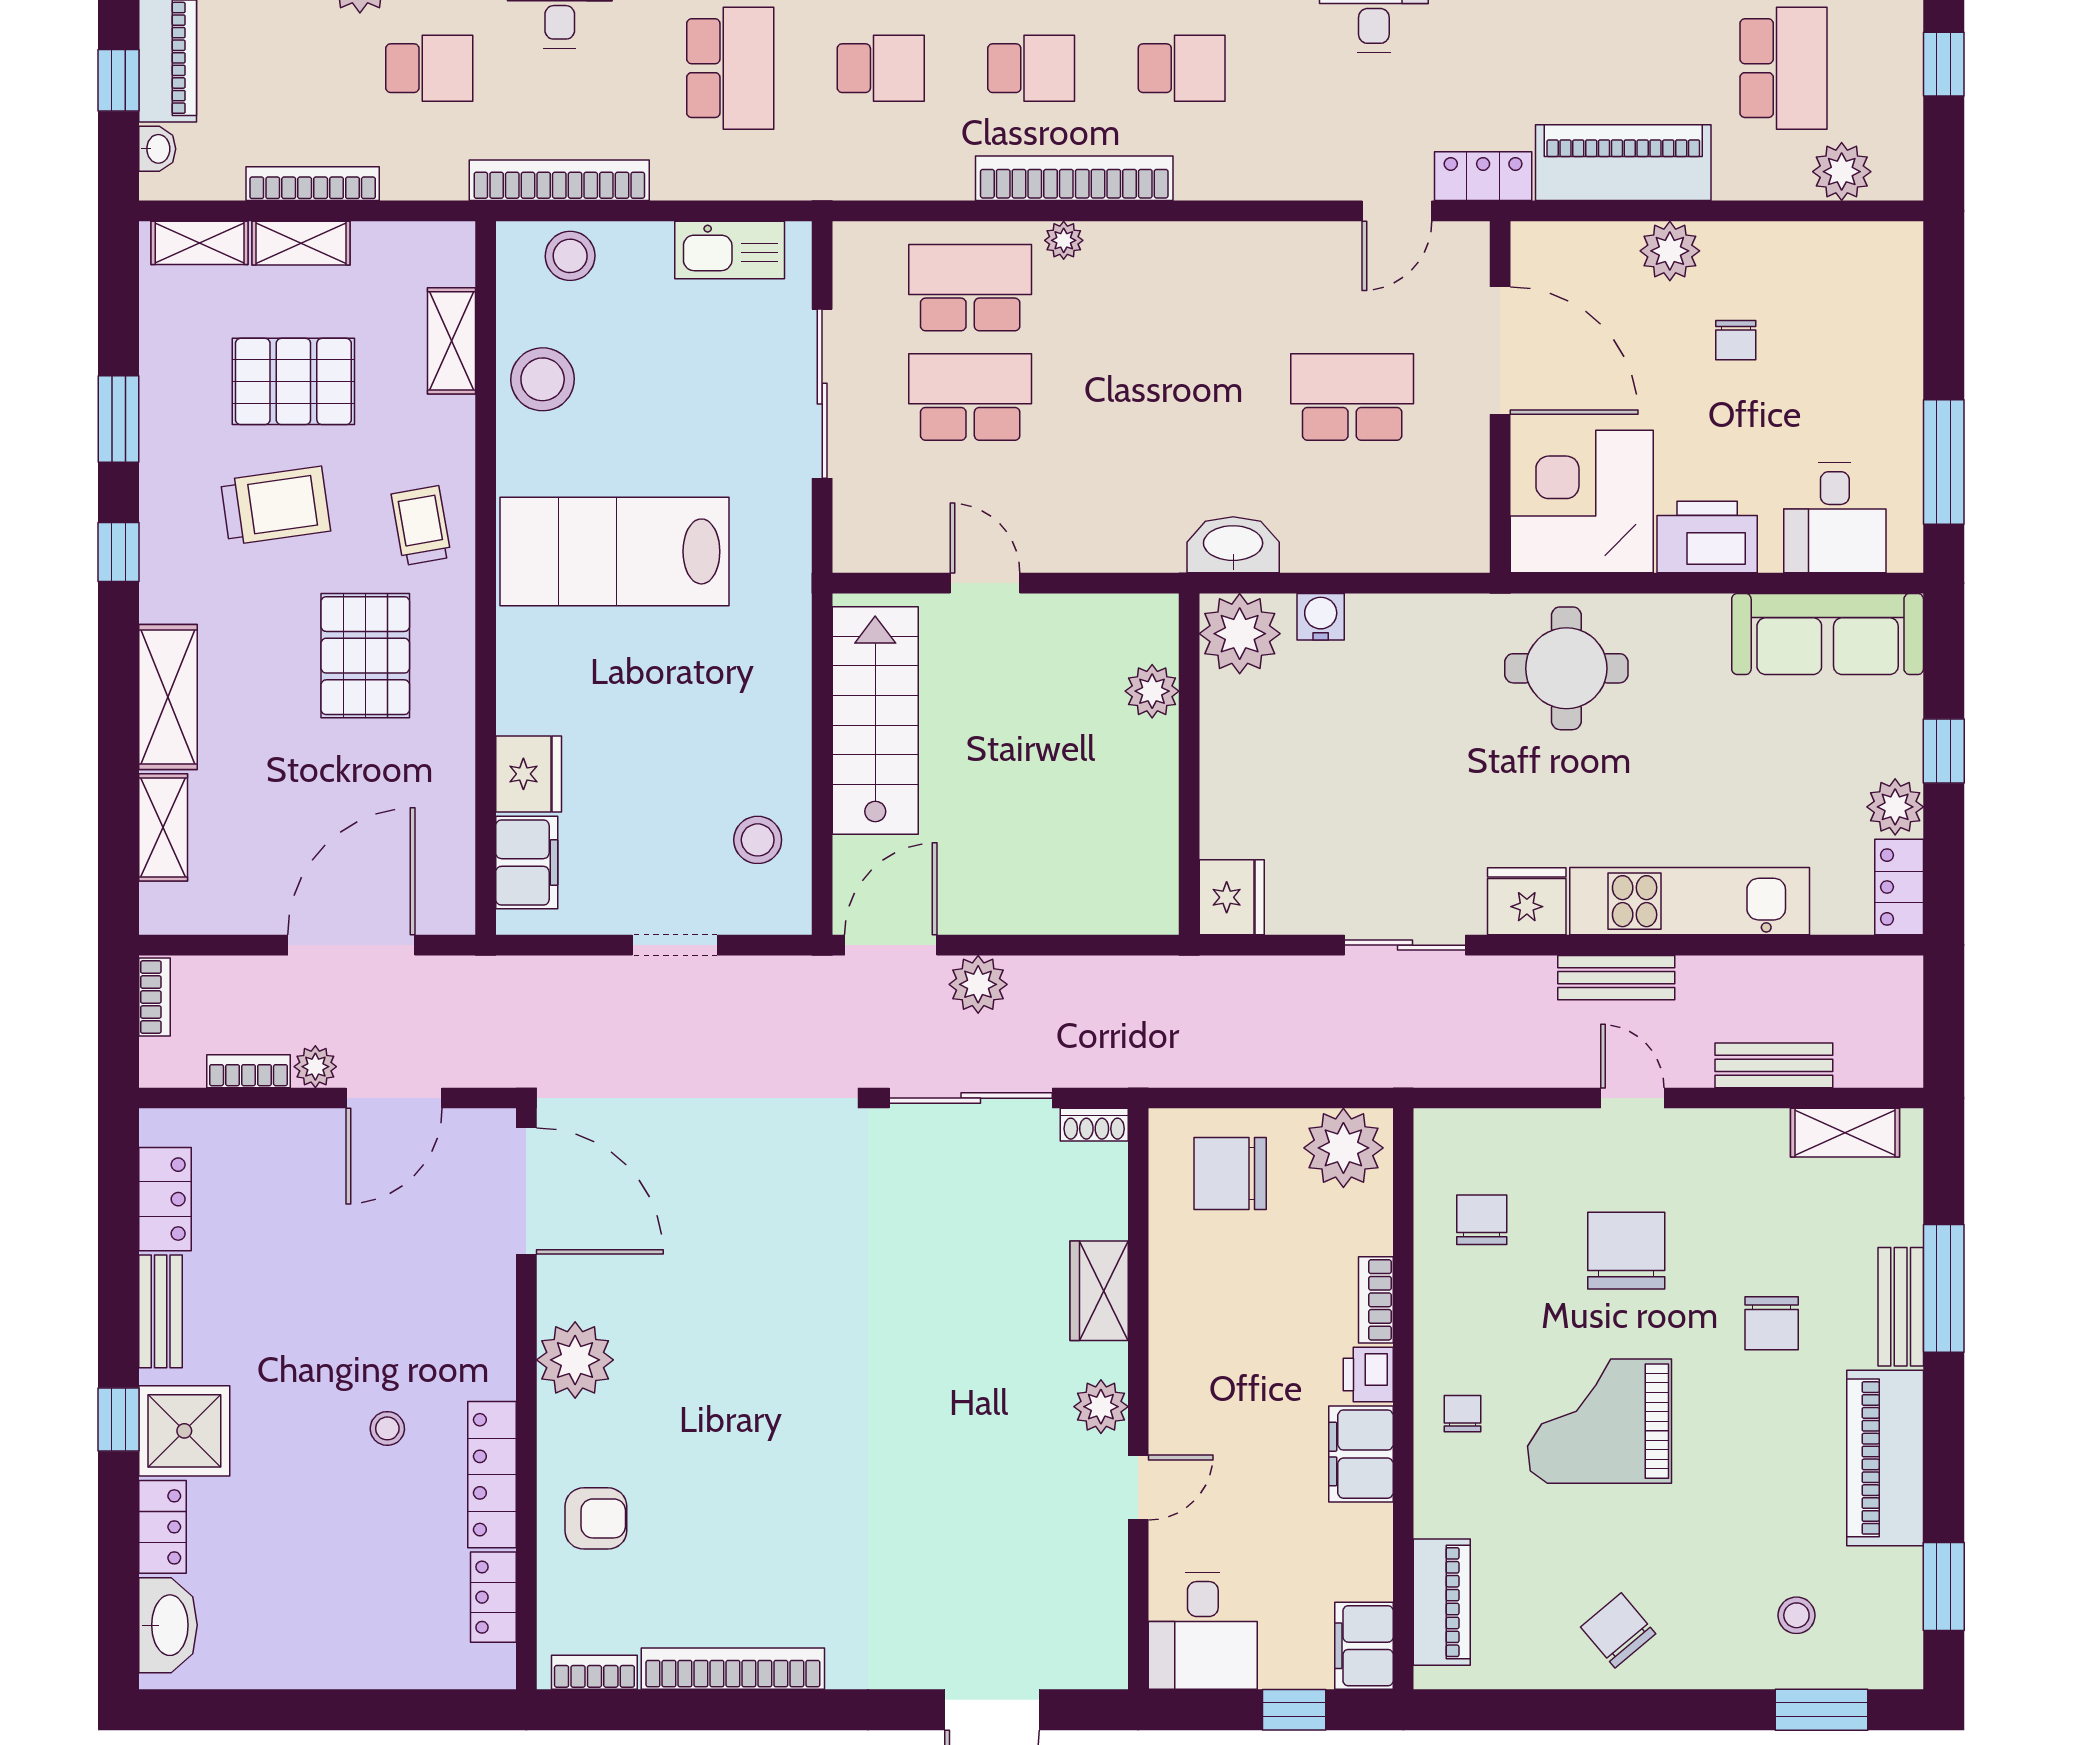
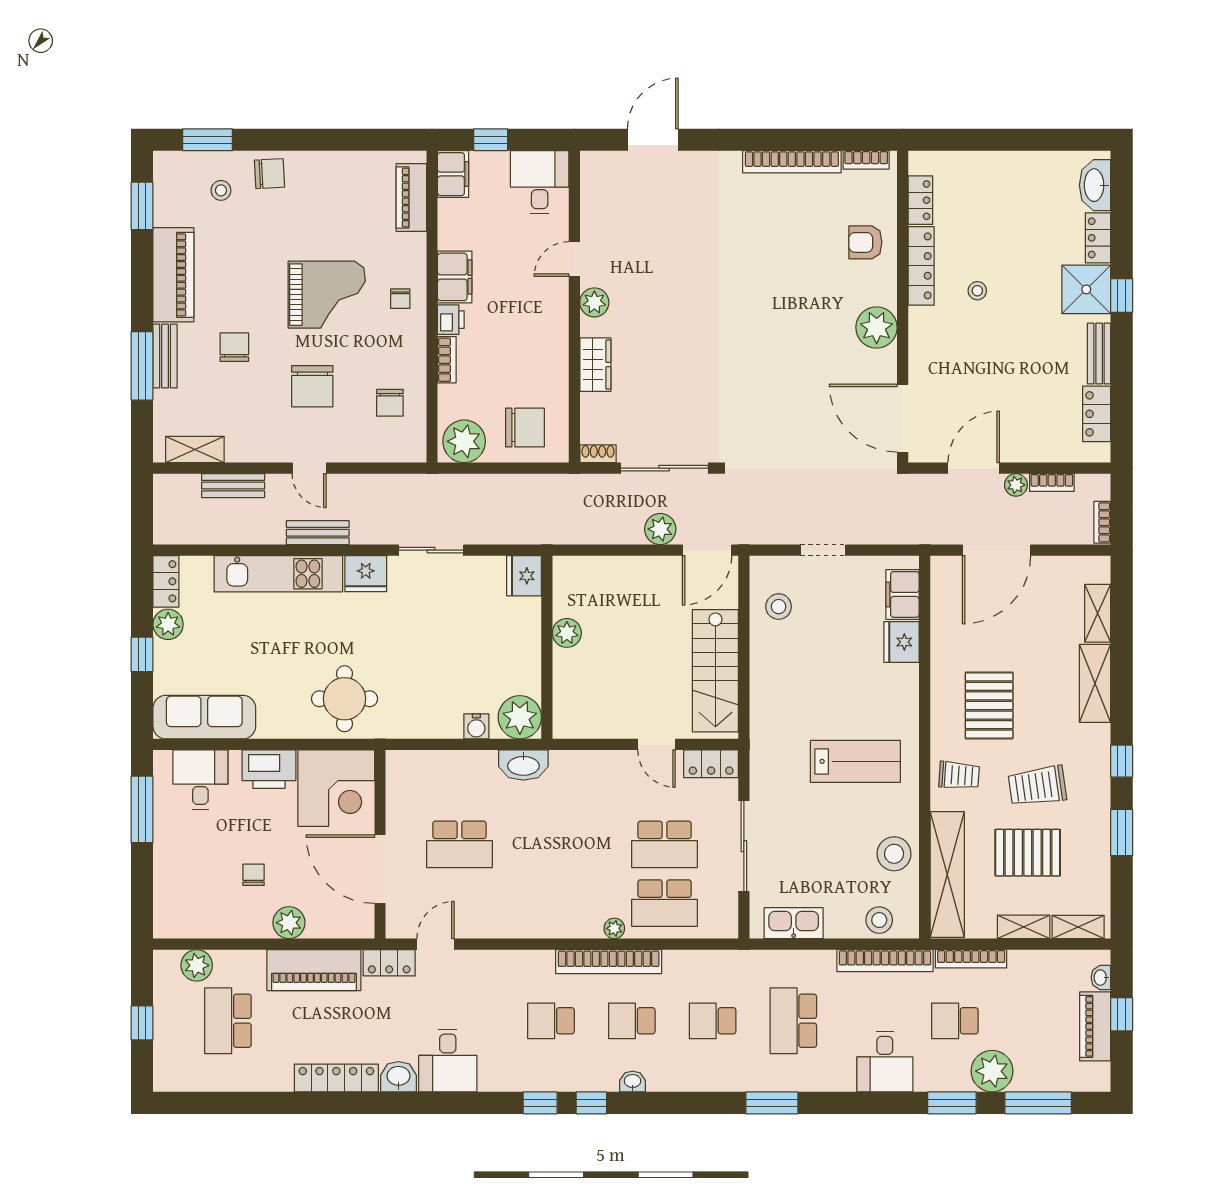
bookcase: (313, 184) -> (971, 959), moved
shelving: (452, 341) -> (947, 874), width x2.20, depth x1.33
trolley: (421, 526) -> (959, 775), turned -76
locker: (883, 547) -> (711, 764), added
lab bench: (615, 551) -> (855, 761), width x0.73, depth x0.72
plant: (1152, 691) -> (567, 633), moved
chair: (1618, 1630) -> (270, 174), moved, turned -53

